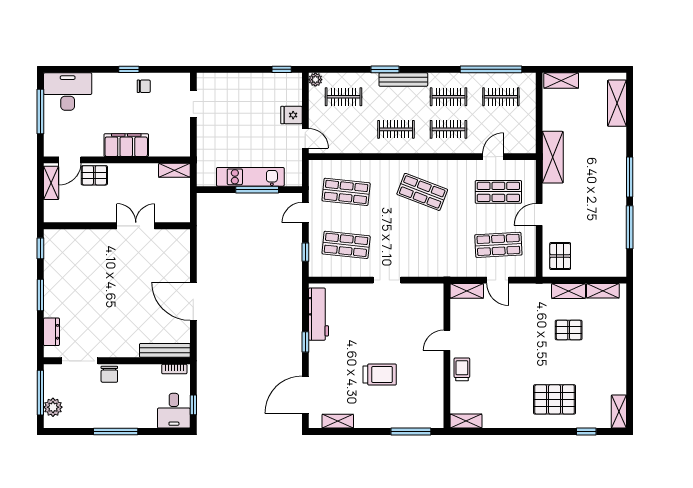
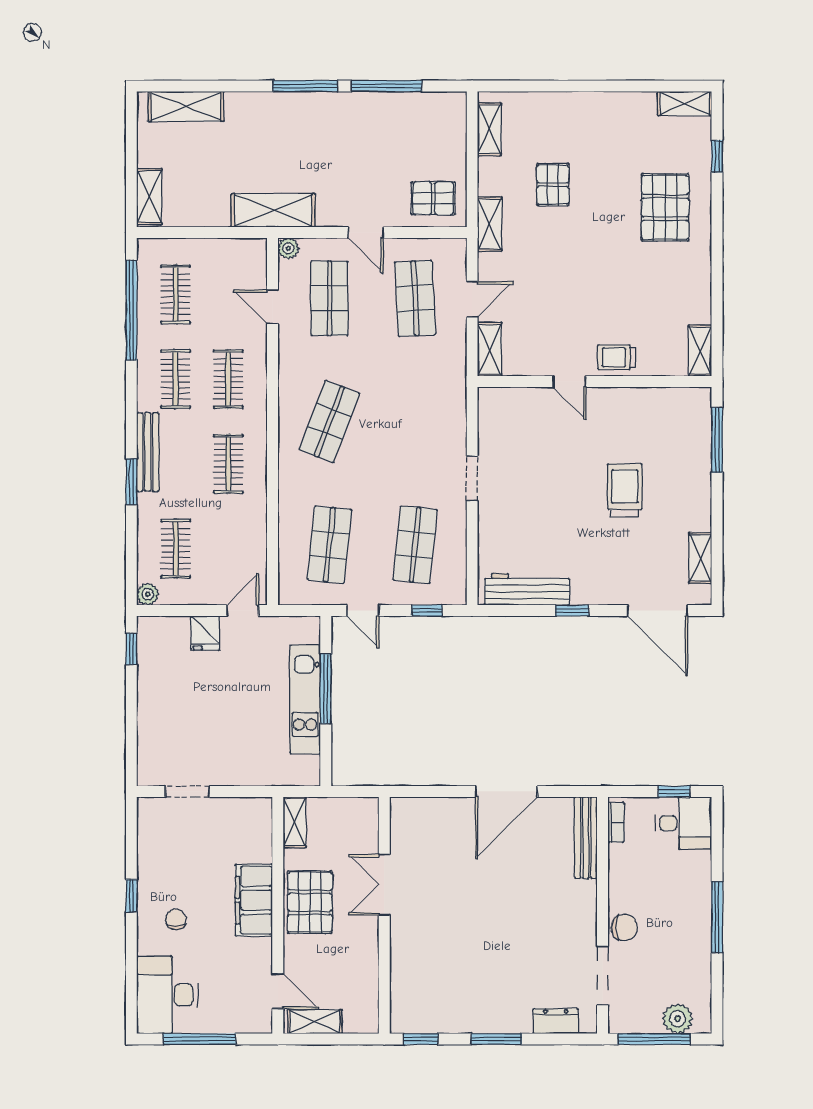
chair: (144, 86) -> (176, 919), moved
plant: (529, 166) -> (288, 248), added
pallet: (94, 175) -> (310, 902), moved, width x1.50, depth x1.42
shelving: (569, 291) -> (490, 224), moved

